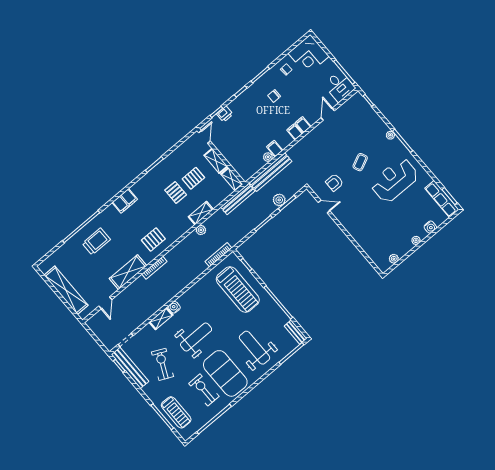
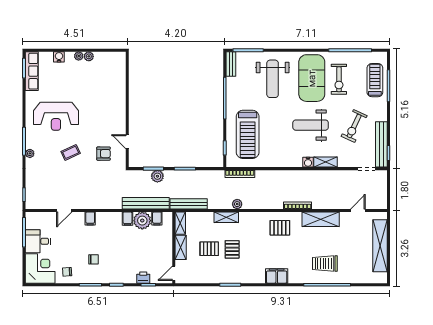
desk: (339, 86) -> (38, 241), moved, turned -90
filing cabinet: (295, 132) -> (157, 218), moved
plant: (268, 157) -> (142, 221), width x1.87, depth x1.87
plant: (394, 259) -> (89, 56), moved
treadmill: (238, 290) -> (248, 134), turned 180

